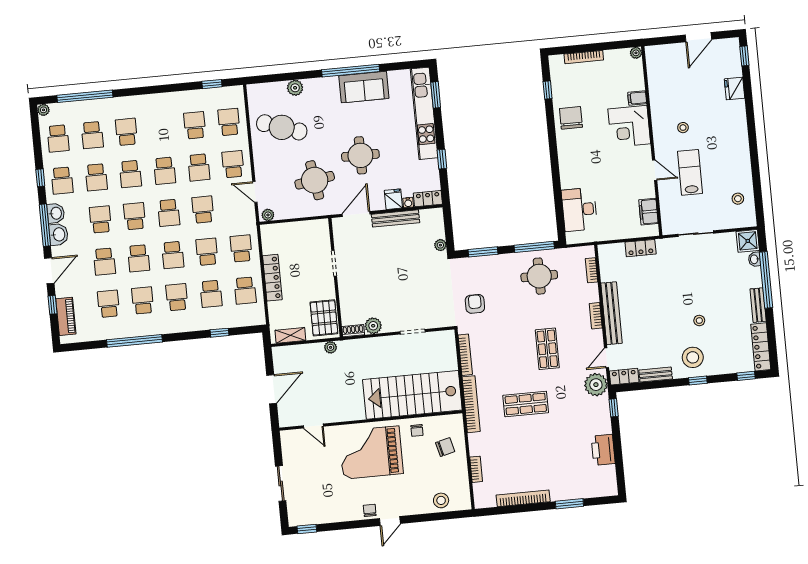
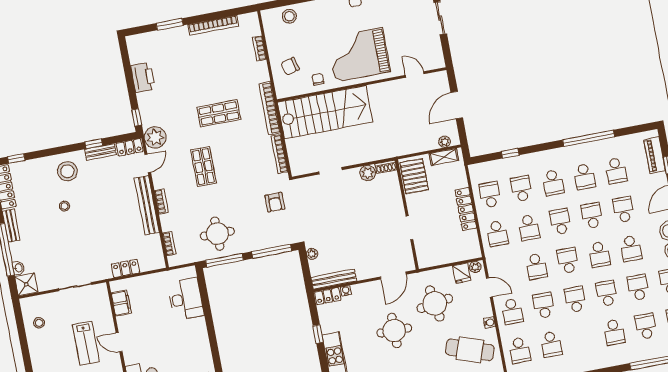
water cooler: (258, 154) -> (489, 323), added
fridge: (393, 199) -> (462, 273), moved
bench: (396, 218) -> (334, 279), moved
window: (483, 252) -> (272, 251), width x1.44
plant: (331, 347) -> (445, 142), moved
window: (698, 381) -> (94, 144), moved
grand piano: (371, 453) -> (359, 55), turned 180

